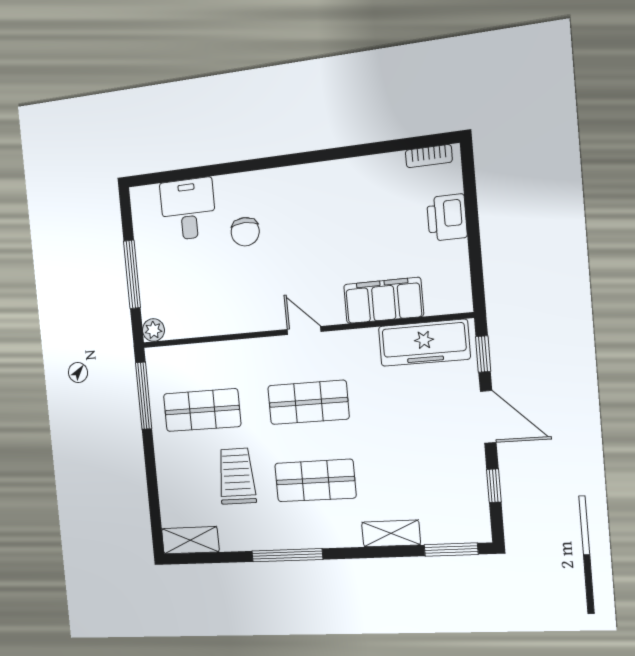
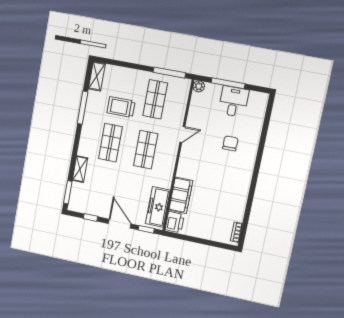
desk: (188, 209) -> (233, 102), moved, turned -90
printer: (447, 218) -> (175, 222), moved, turned 90
chair: (245, 232) -> (230, 143), turned 90
door: (304, 330) -> (182, 134), moved
door: (488, 417) -> (120, 224), swing flipped
trolley: (237, 476) -> (121, 107), turned 180
window: (287, 555) -> (83, 108), moved

